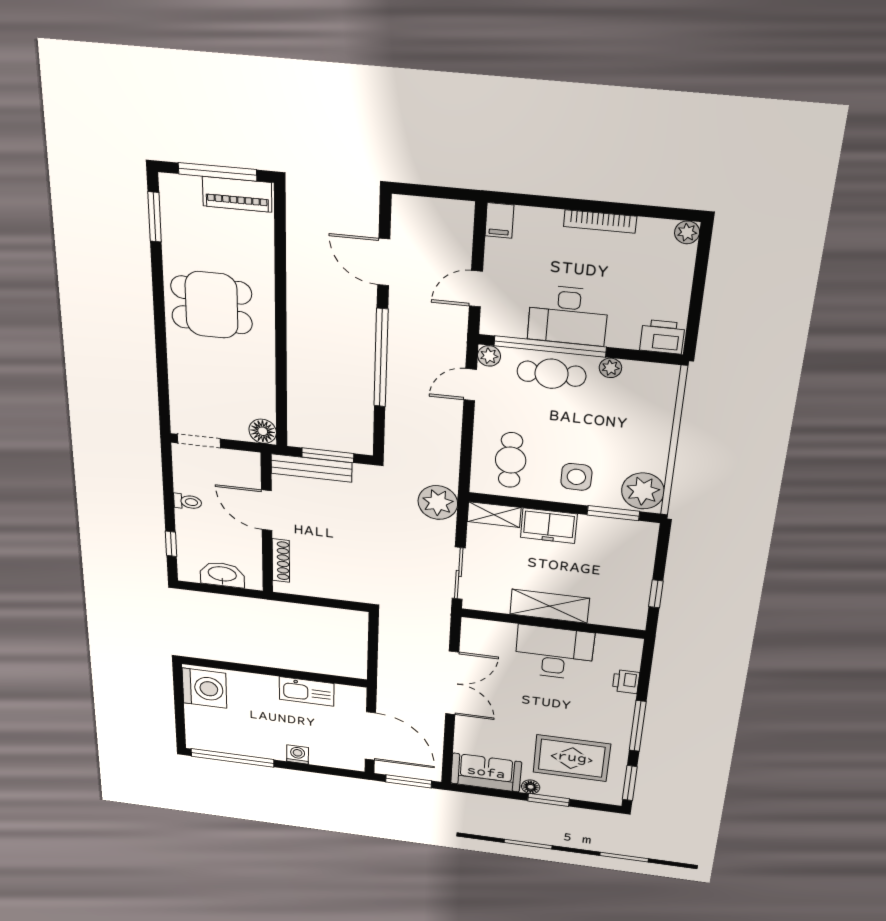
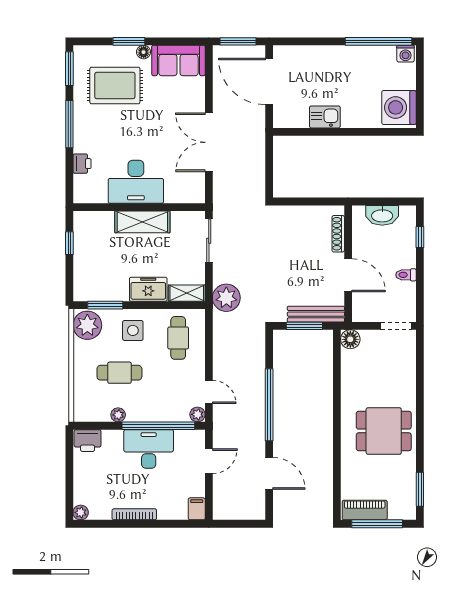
cafe table: (552, 374) -> (119, 373), moved
door: (470, 385) -> (209, 392), hinge flipped
kitchen sink: (307, 691) -> (325, 117), width x0.73
washing machine: (298, 754) -> (406, 54), moved

